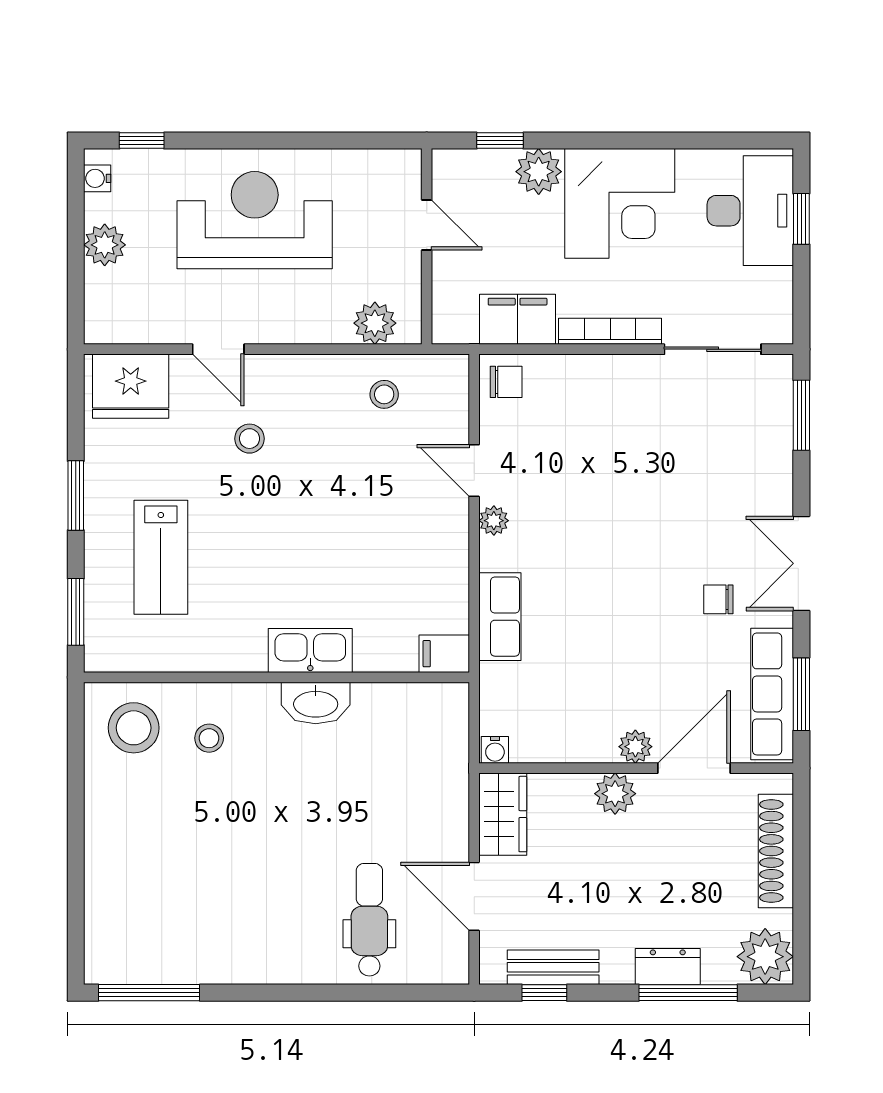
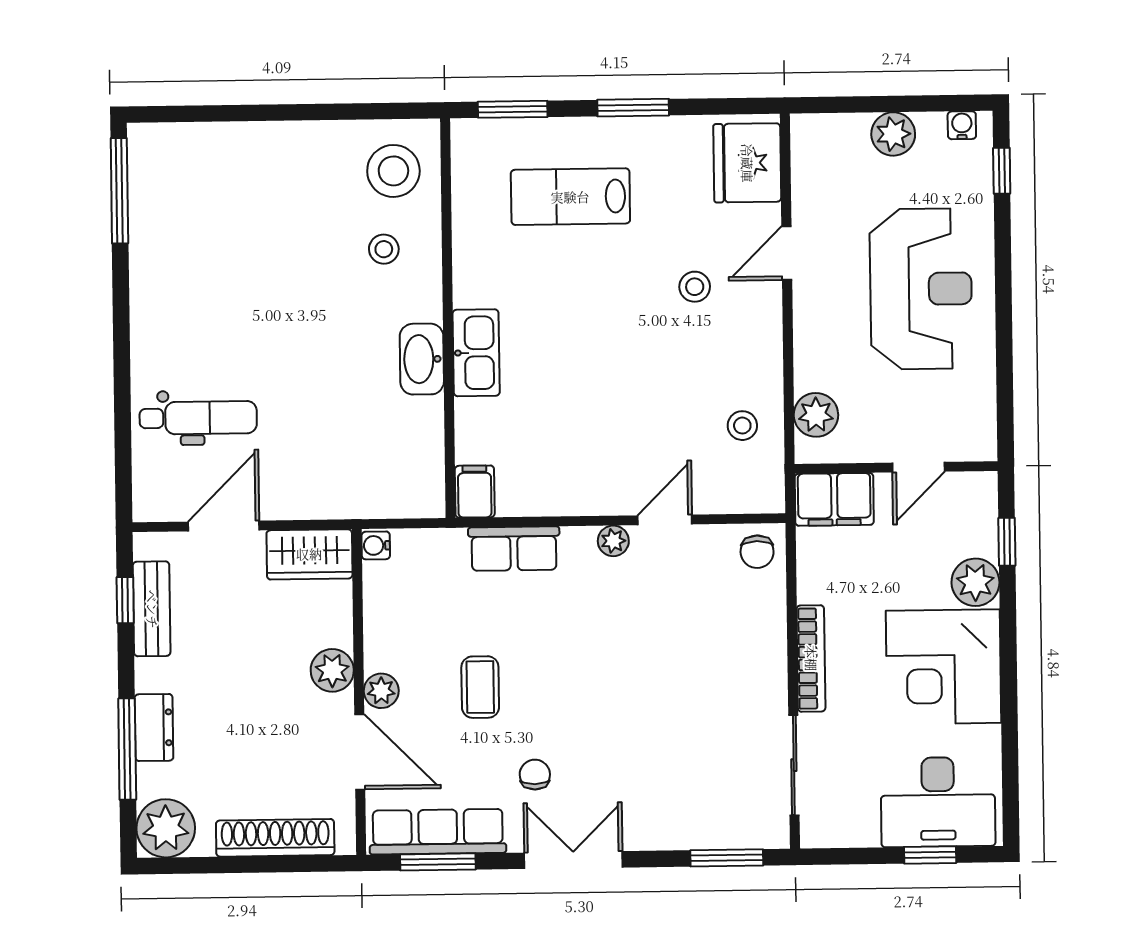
filing cabinet: (518, 319) -> (834, 499), moved, turned 90
coffee table: (633, 651) -> (480, 687), added

